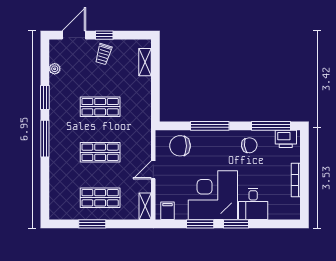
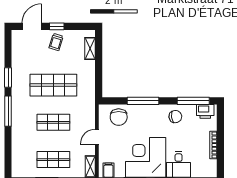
plant: (55, 69) -> (16, 54), removed
shop shelf: (100, 107) -> (53, 85), width x1.43, depth x1.36
chair: (180, 146) -> (119, 117), turned -90

